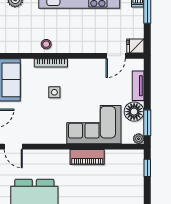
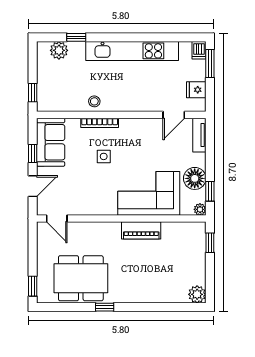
fridge: (135, 46) -> (196, 90), moved
tv unit: (138, 86) -> (199, 135), moved
window: (147, 123) -> (210, 191), width x0.67

